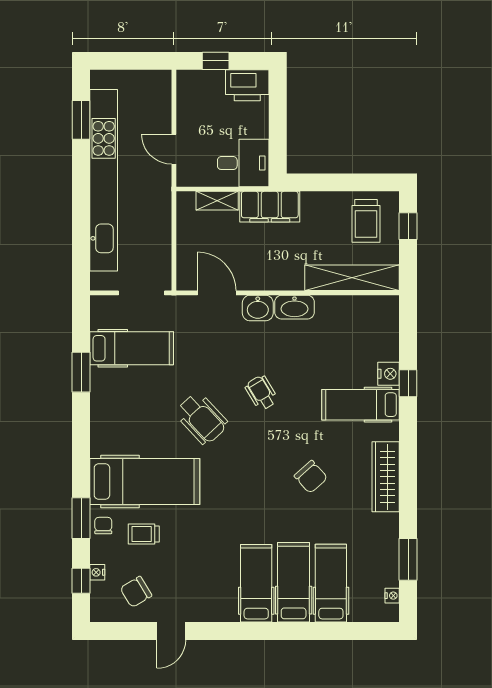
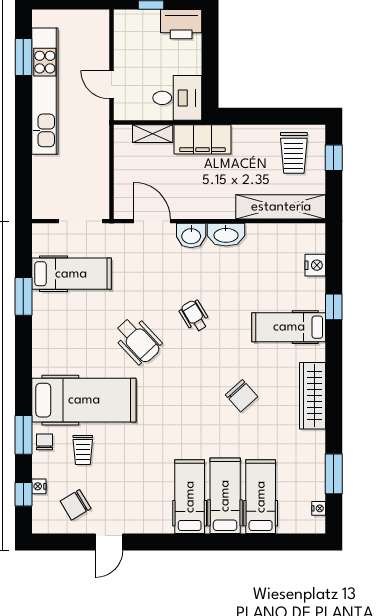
kitchen unit: (104, 180) -> (45, 91), width x0.73
nightstand: (389, 374) -> (315, 265), moved
trolley: (144, 534) -> (83, 450), turned -90

